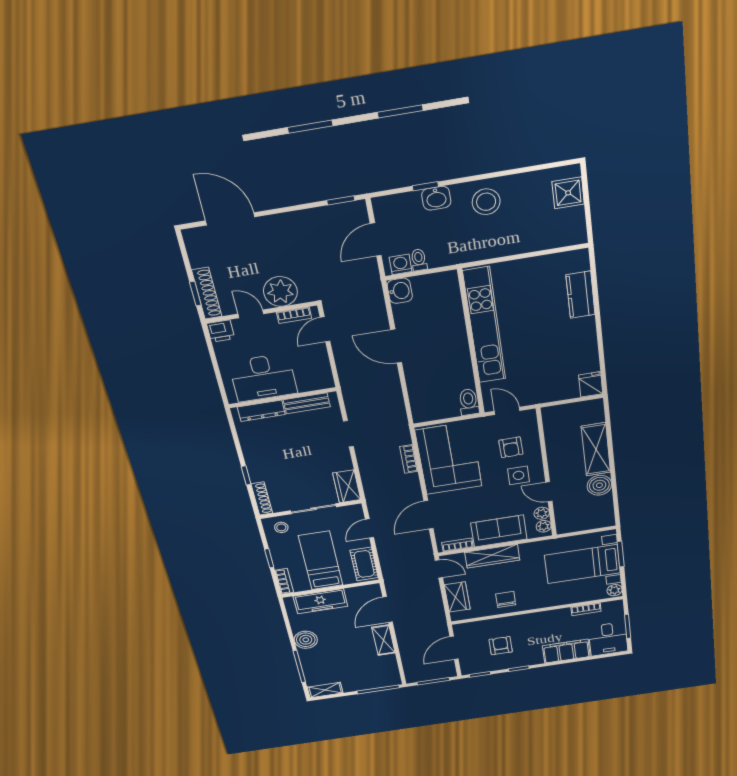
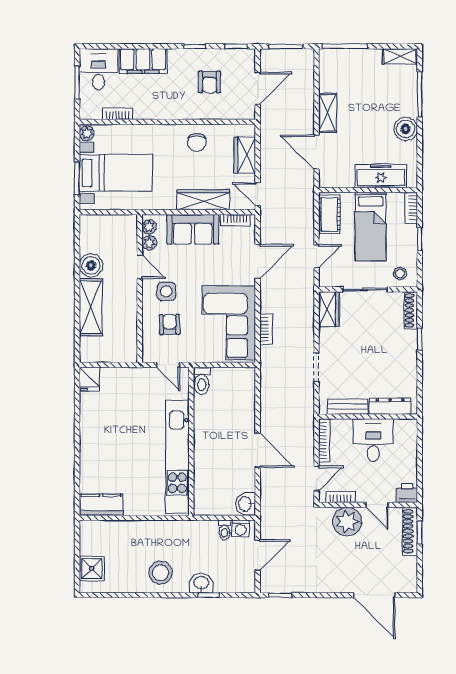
kitchen counter: (581, 295) -> (101, 505), moved, turned -90
bookcase: (325, 367) -> (324, 440), added
desk: (263, 378) -> (373, 440), width x0.73
door: (388, 610) -> (316, 152), swing flipped

